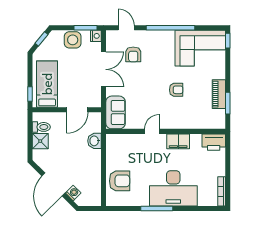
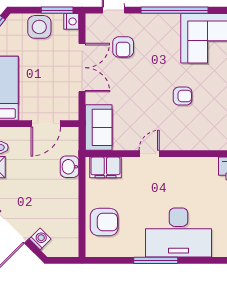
filing cabinet: (178, 141) -> (105, 167), moved

